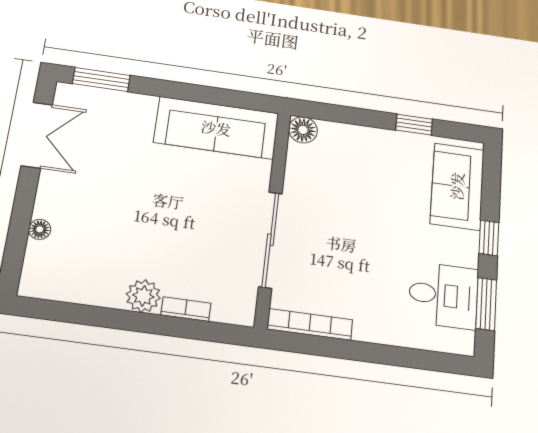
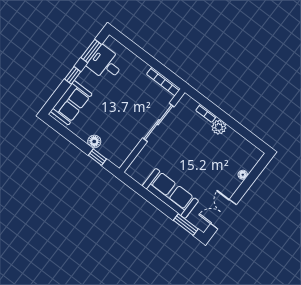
window: (414, 125) -> (97, 157), moved
sofa: (216, 128) -> (170, 193), moved
floor lamp: (303, 130) -> (94, 141), moved

